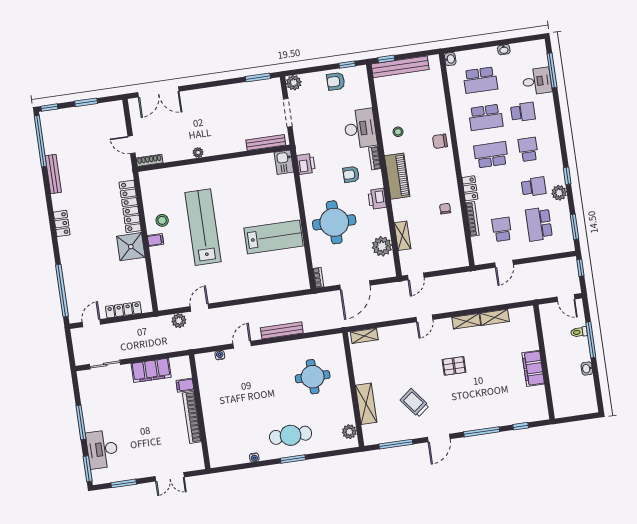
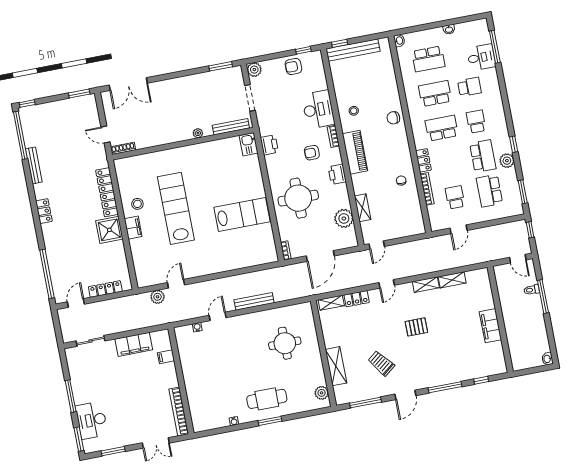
window: (86, 102) -> (79, 94), moved
school desk: (486, 117) -> (435, 94), turned 180
plant: (198, 152) -> (198, 133), moved
school desk: (534, 187) -> (483, 156), width x1.85
filing cabinet: (155, 240) -> (133, 228), width x2.00
locker: (392, 333) -> (357, 299), added
washbasin: (587, 369) -> (547, 359), moved
bookcase: (192, 417) -> (179, 412), moved

